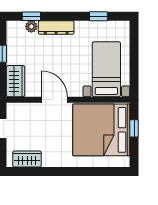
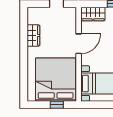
wardrobe: (27, 159) -> (33, 36), moved

